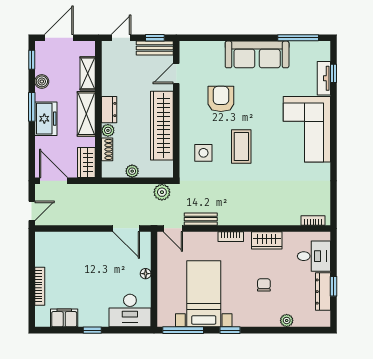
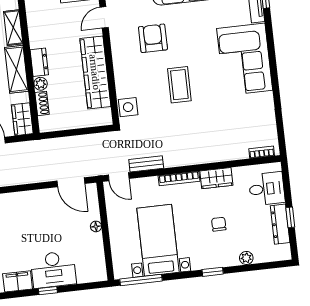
side table: (203, 153) -> (128, 107), moved
plant: (132, 171) -> (70, 123), removed
plant: (162, 192) -> (103, 141), removed
bookcase: (231, 237) -> (179, 178), width x1.56
desk: (130, 311) -> (53, 270), moved
window: (230, 330) -> (213, 272), moved

